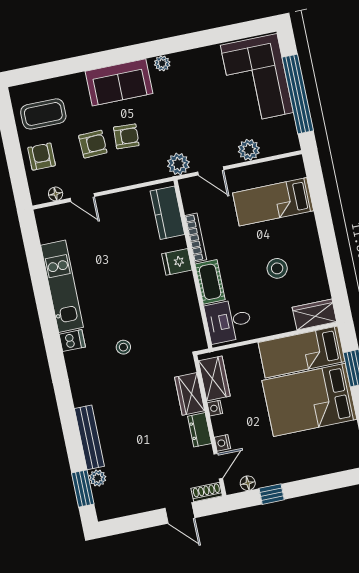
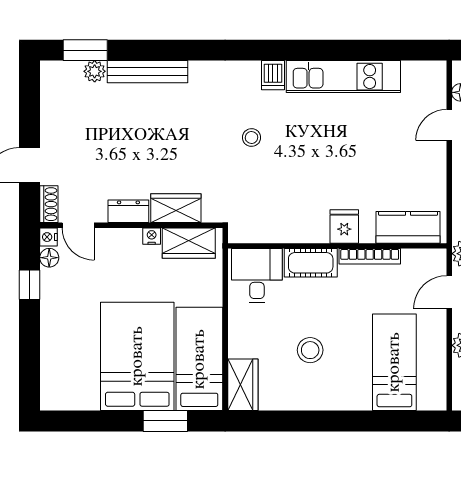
nightstand: (222, 443) -> (48, 237), moved, turned -90

